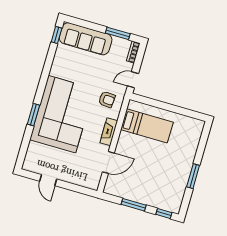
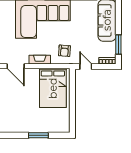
bed: (147, 126) -> (53, 88), width x1.50
window: (193, 176) -> (38, 135), moved

